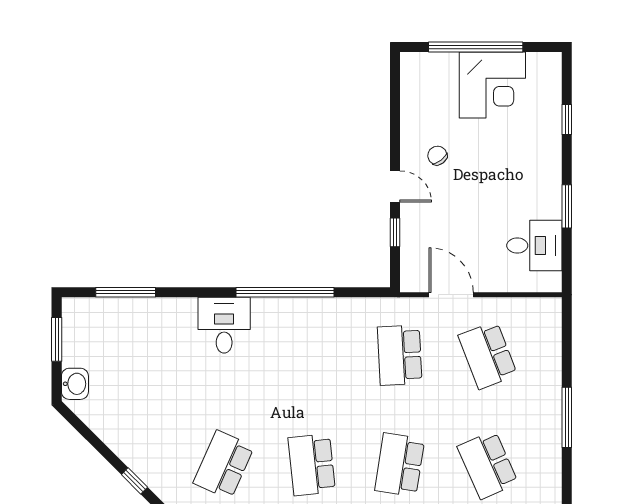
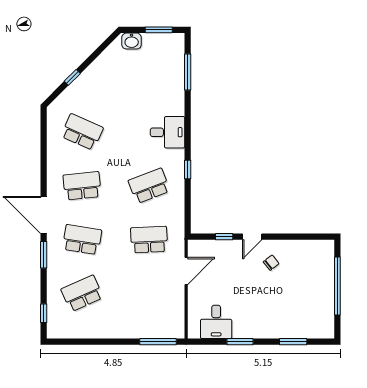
corner desk: (492, 85) -> (314, 296), removed
window: (567, 119) -> (293, 342), width x1.50
window: (285, 292) -> (188, 169), width x0.32
school desk: (488, 355) -> (149, 186), moved
window: (567, 417) -> (158, 342), moved

